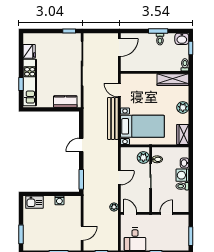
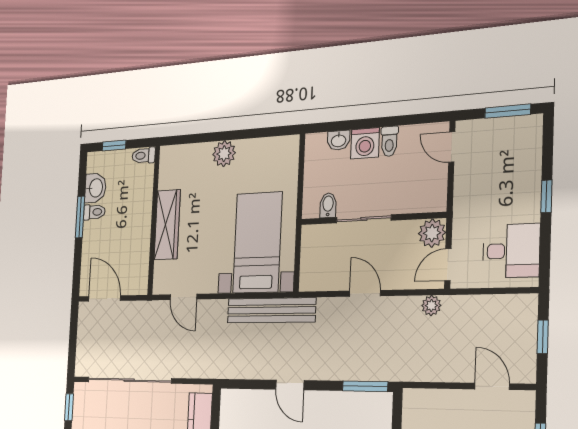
washbasin: (182, 39) -> (95, 188), moved
wardrobe: (173, 80) -> (167, 225), moved
door: (119, 90) -> (183, 297), hinge flipped
bench: (113, 118) -> (271, 310), moved
wardrobe: (183, 135) -> (278, 149), removed
plant: (143, 157) -> (432, 233), moved
door: (166, 213) -> (452, 147), moved

